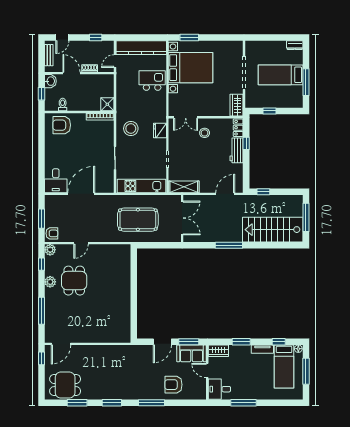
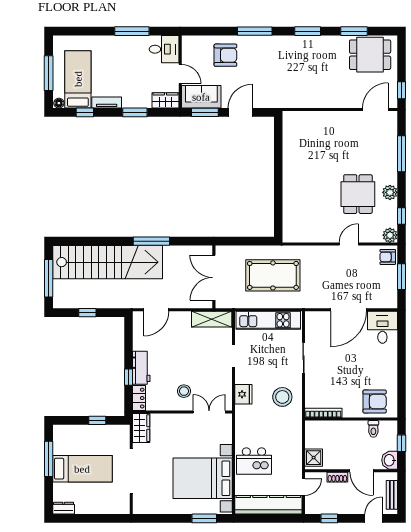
shower: (107, 104) -> (314, 458), moved
window: (263, 192) -> (87, 313), moved
stairs: (273, 230) -> (108, 262), width x1.36

